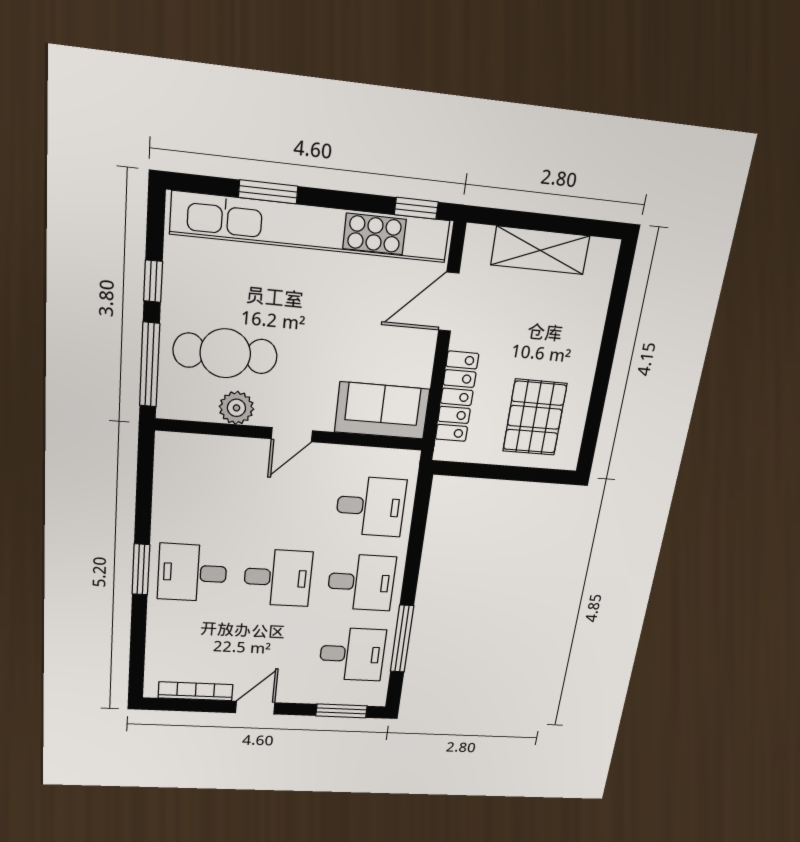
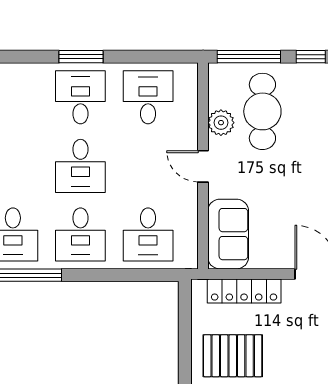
desk: (197, 495) -> (148, 97), added

